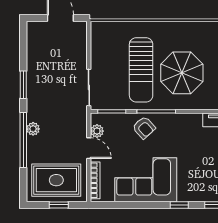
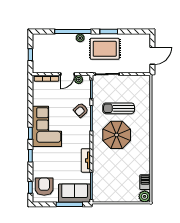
sun lounger: (141, 70) -> (119, 108), width x0.73, depth x0.75
rug: (56, 180) -> (105, 49), moved, turned 90
corner sofa: (146, 180) -> (47, 126), moved

